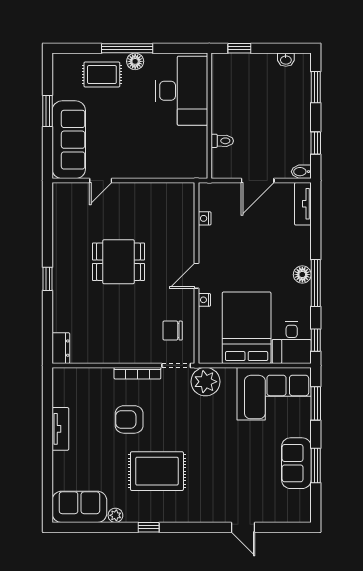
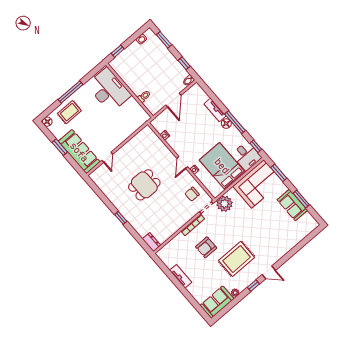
floor lamp: (135, 61) -> (47, 122), moved
tv unit: (303, 204) -> (215, 110), moved
door: (243, 527) -> (269, 272), moved

